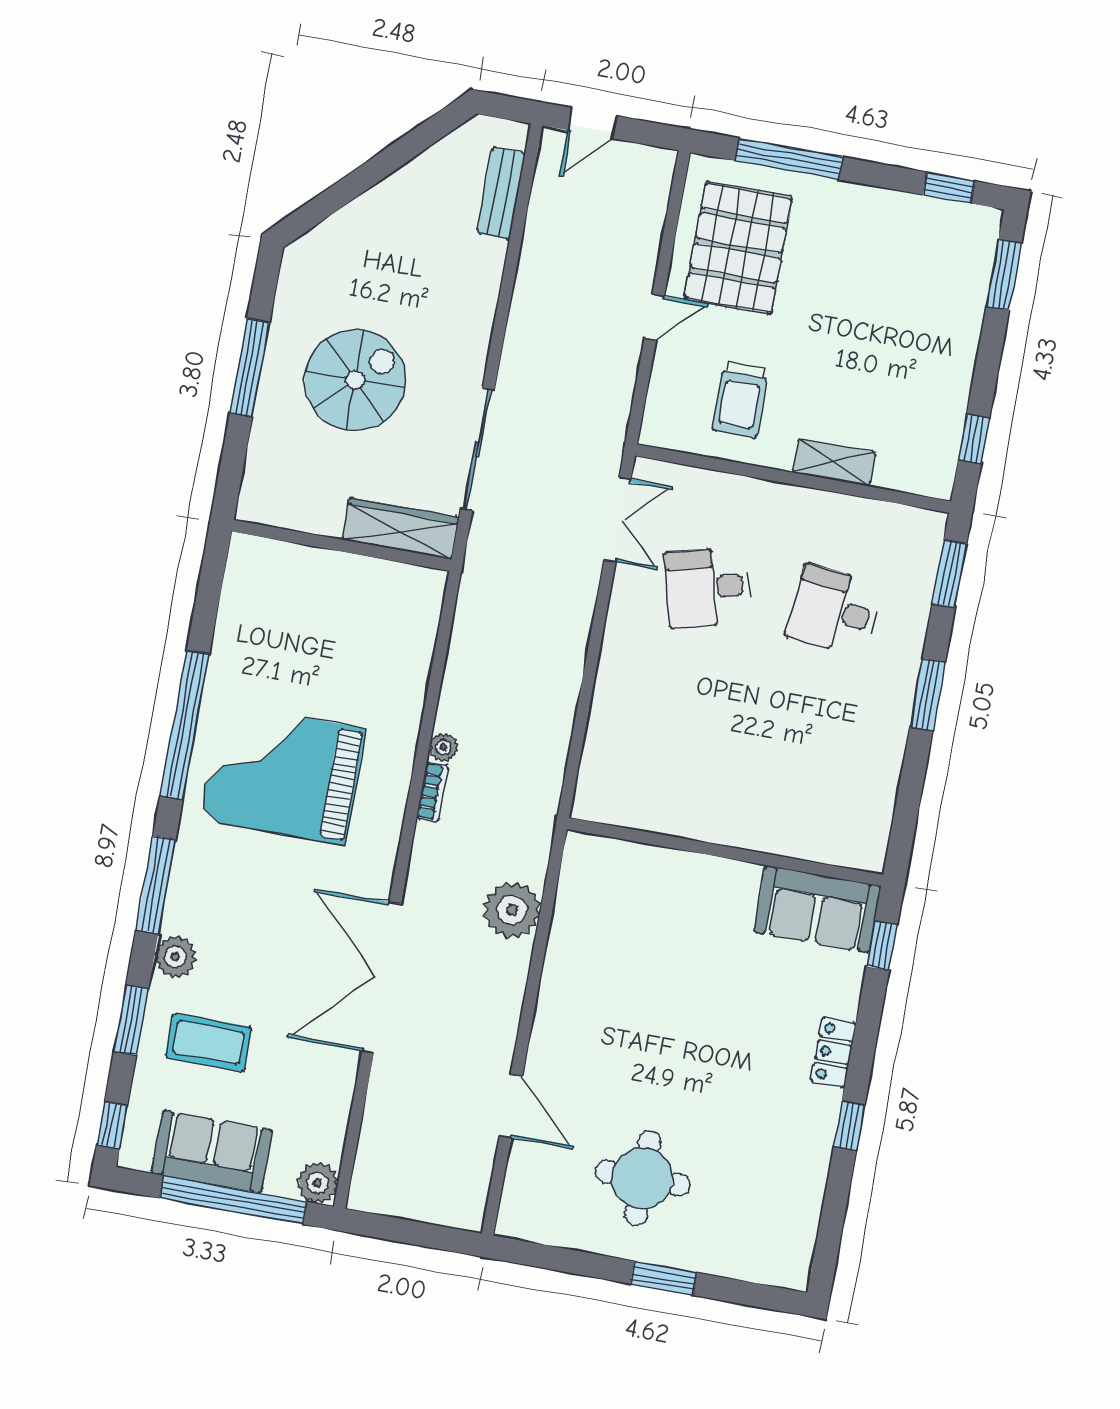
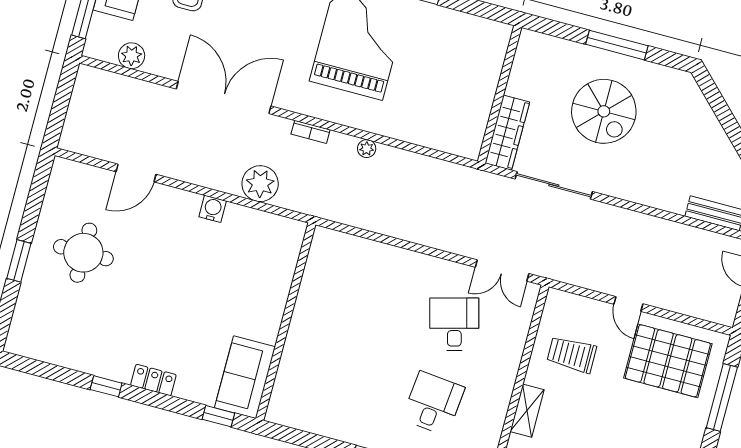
bookcase: (433, 792) -> (311, 132), moved
water cooler: (557, 981) -> (213, 209), added
plant: (318, 1183) -> (132, 56), moved

